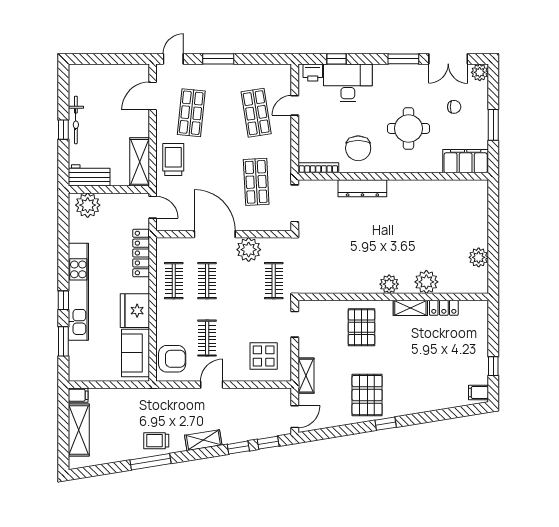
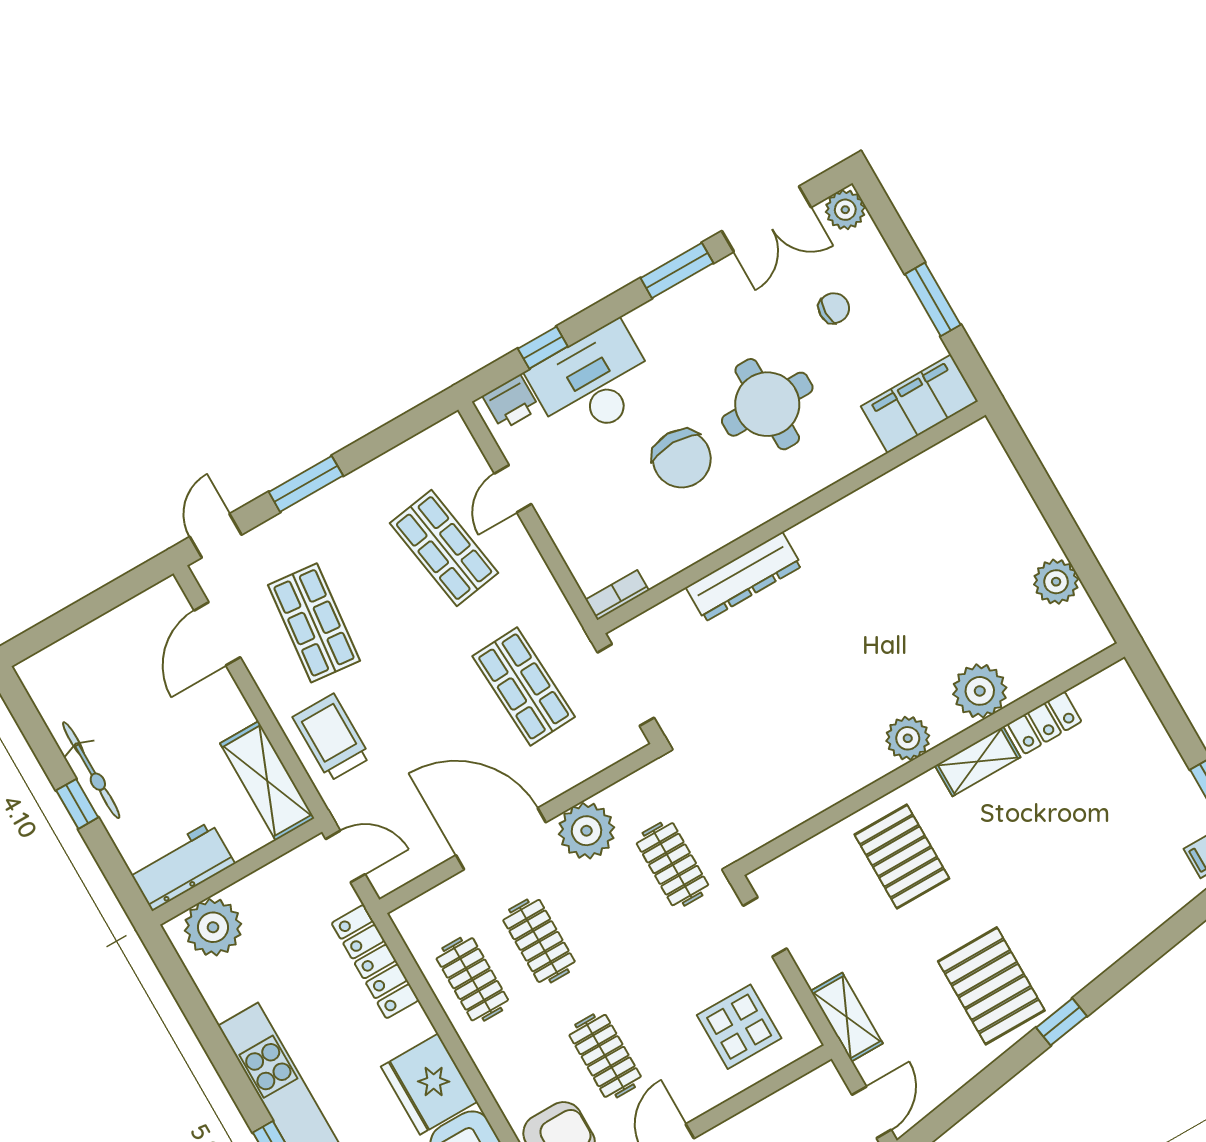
chair: (358, 148) -> (682, 459), moved
bookcase: (318, 168) -> (617, 595), width x0.64

